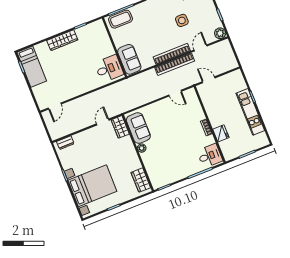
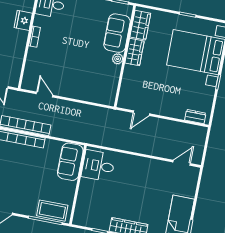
wardrobe: (120, 127) -> (134, 52), moved
sofa: (138, 128) -> (117, 33), moved

